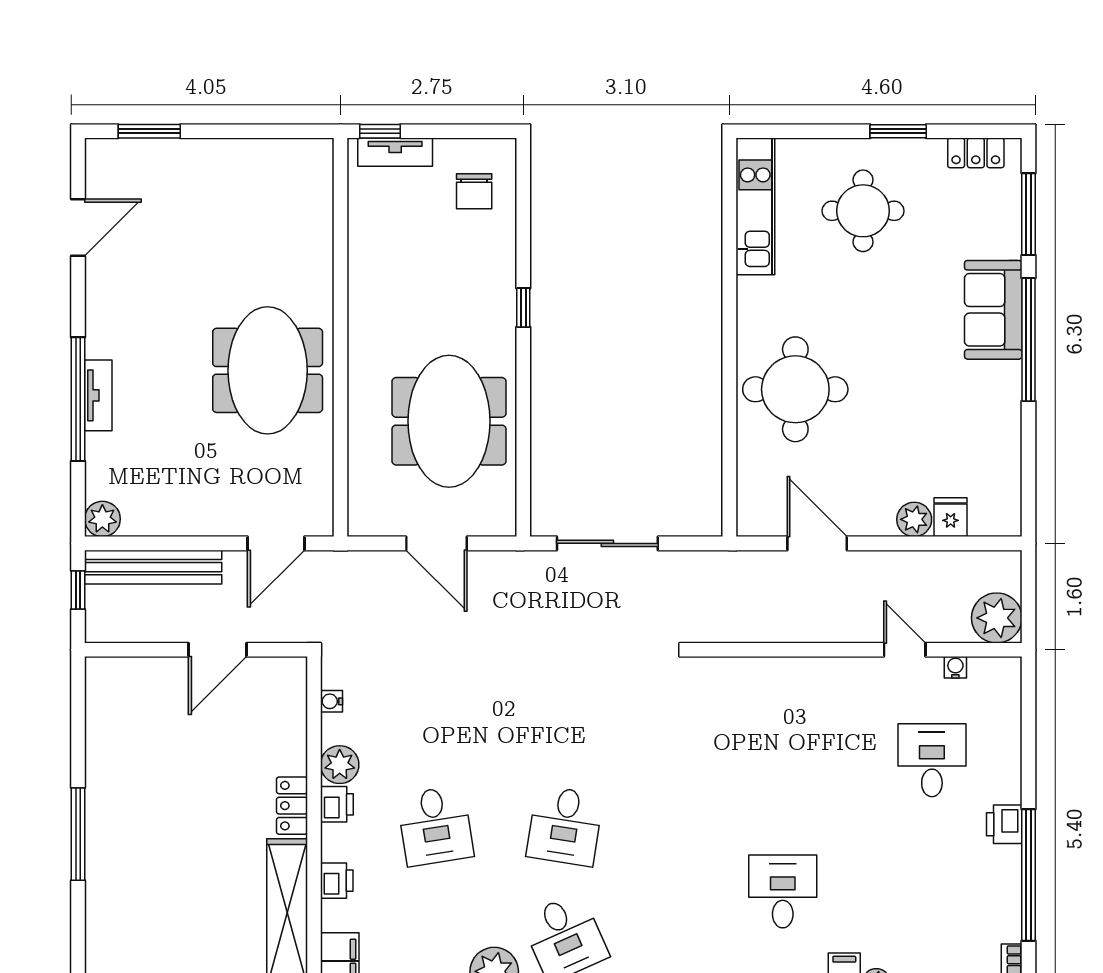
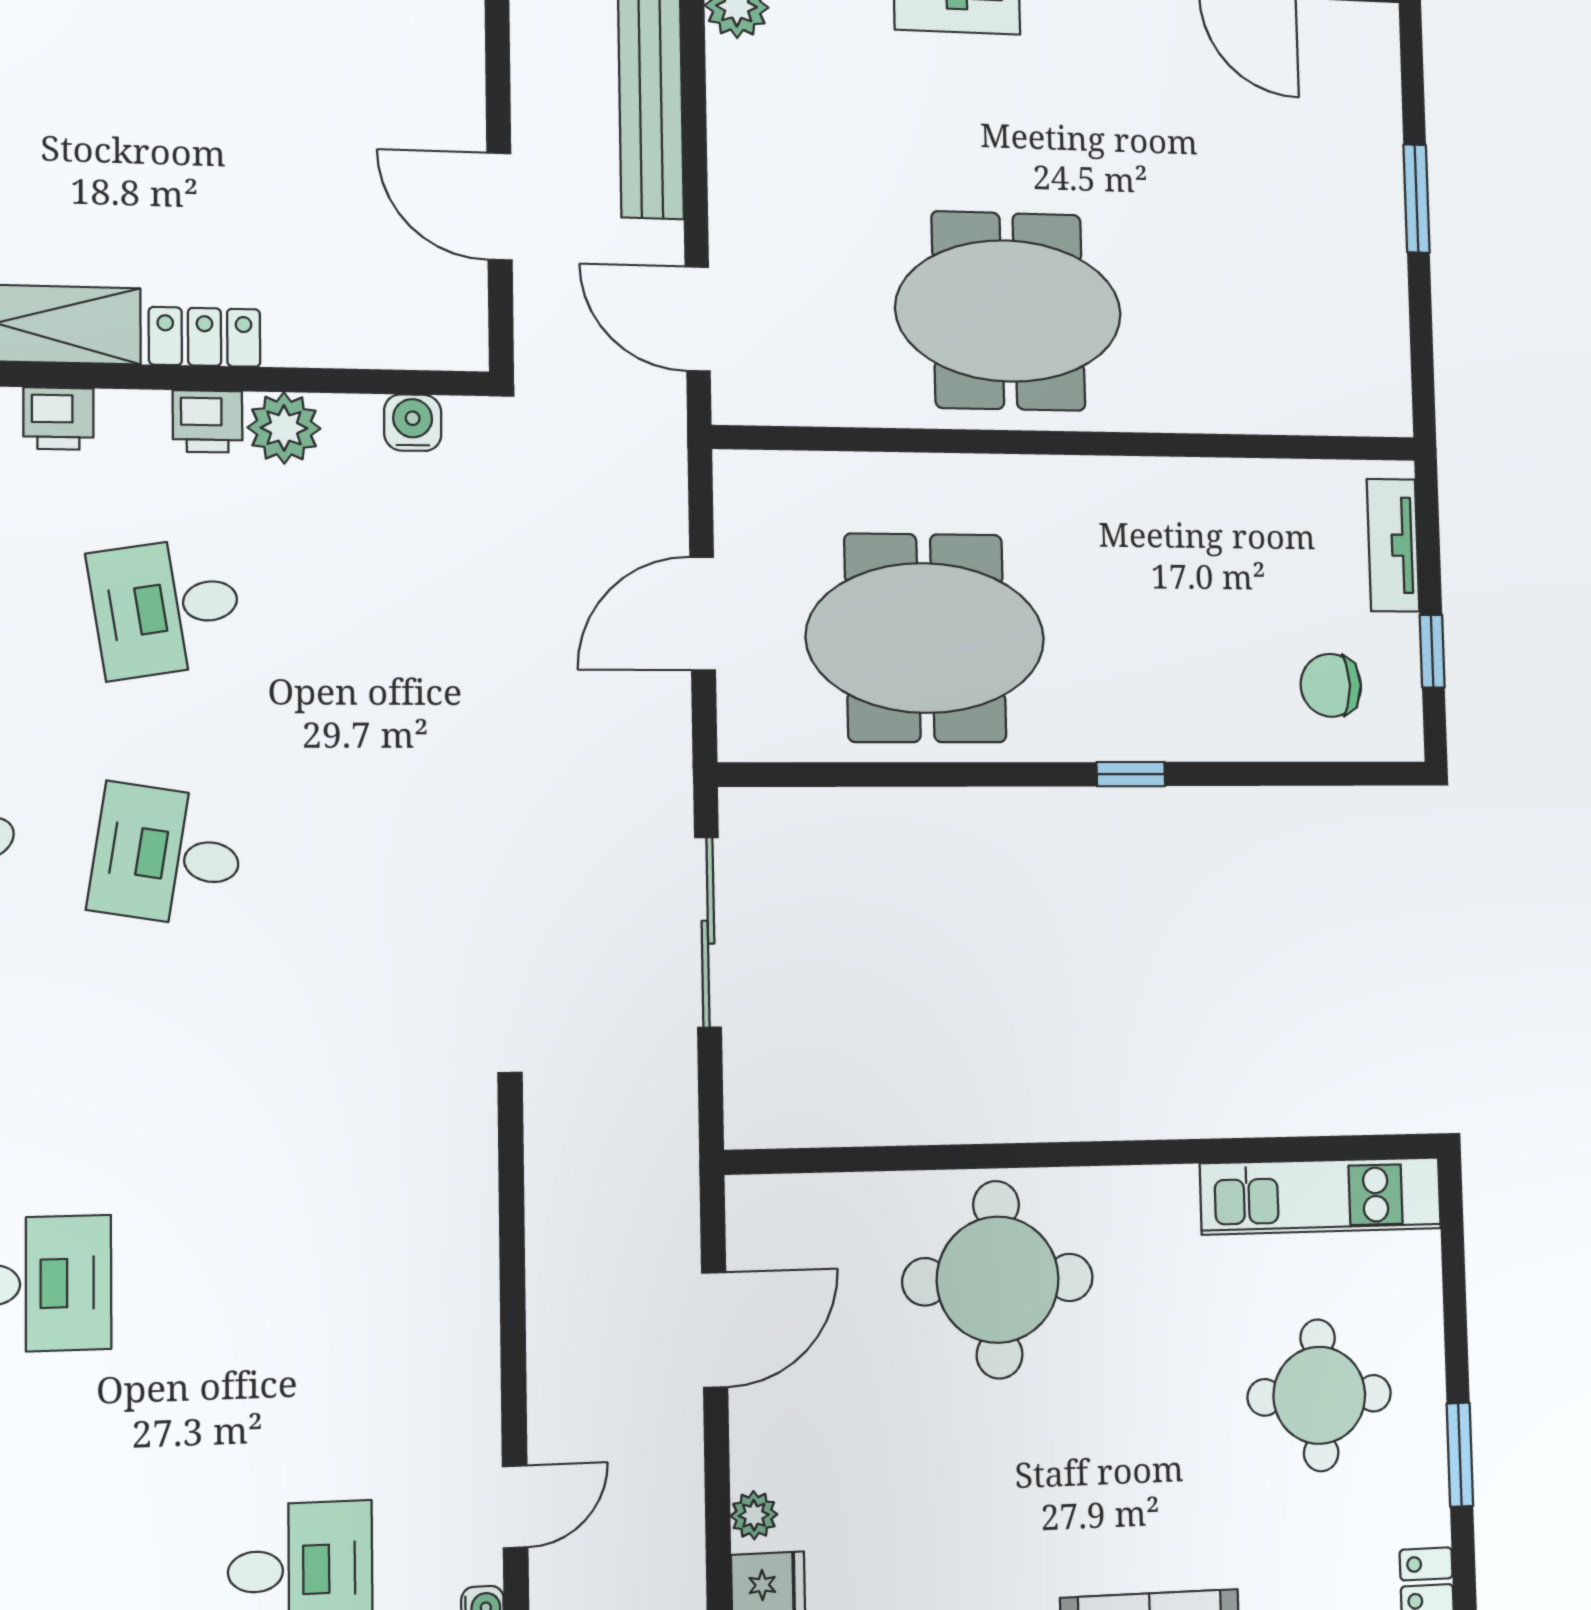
window: (149, 131) -> (1417, 199), moved
window: (380, 131) -> (1432, 651), moved
plant: (914, 519) -> (754, 1515), width x0.73, depth x0.73
water cooler: (331, 701) -> (413, 423), width x1.38, depth x1.38

